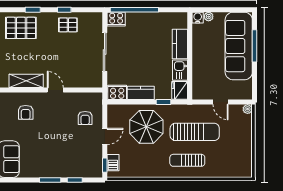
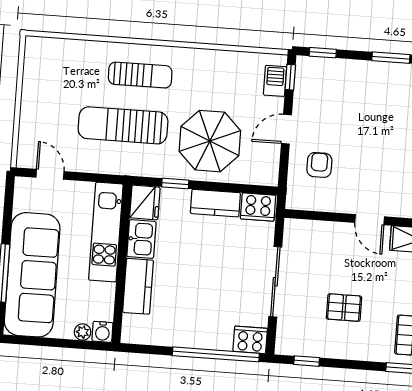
window: (64, 10) -> (307, 361), moved
pallet: (68, 25) -> (344, 308), moved
kitchen unit: (200, 73) -> (106, 232), added
door: (221, 102) -> (50, 174), moved
plant: (248, 109) -> (24, 160), removed
window: (75, 180) -> (323, 53), moved

